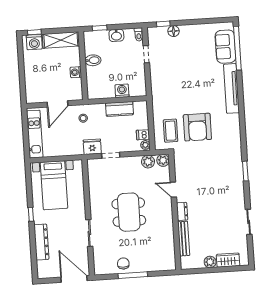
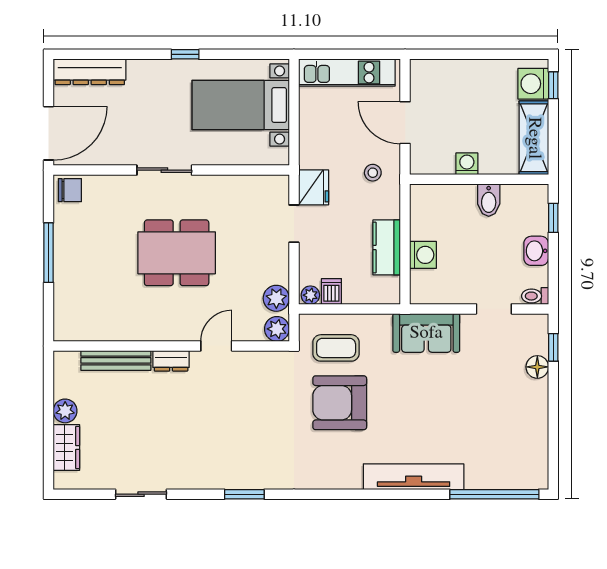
sofa: (225, 47) -> (426, 333), moved, turned 180
sliding door: (89, 233) -> (164, 170), moved
dresser: (41, 242) -> (90, 72), moved
chair: (123, 263) -> (70, 190), moved

